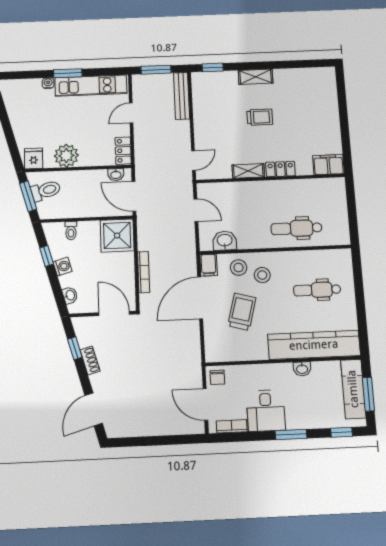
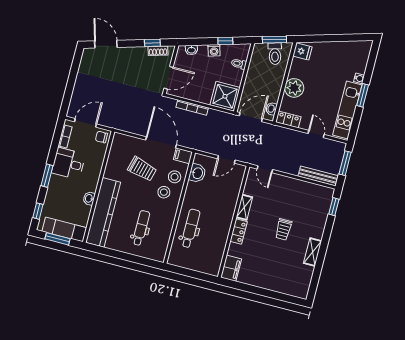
shelving: (256, 77) -> (313, 252), moved
plant: (66, 156) -> (294, 88), moved
shoe rack: (90, 360) -> (158, 51), moved

